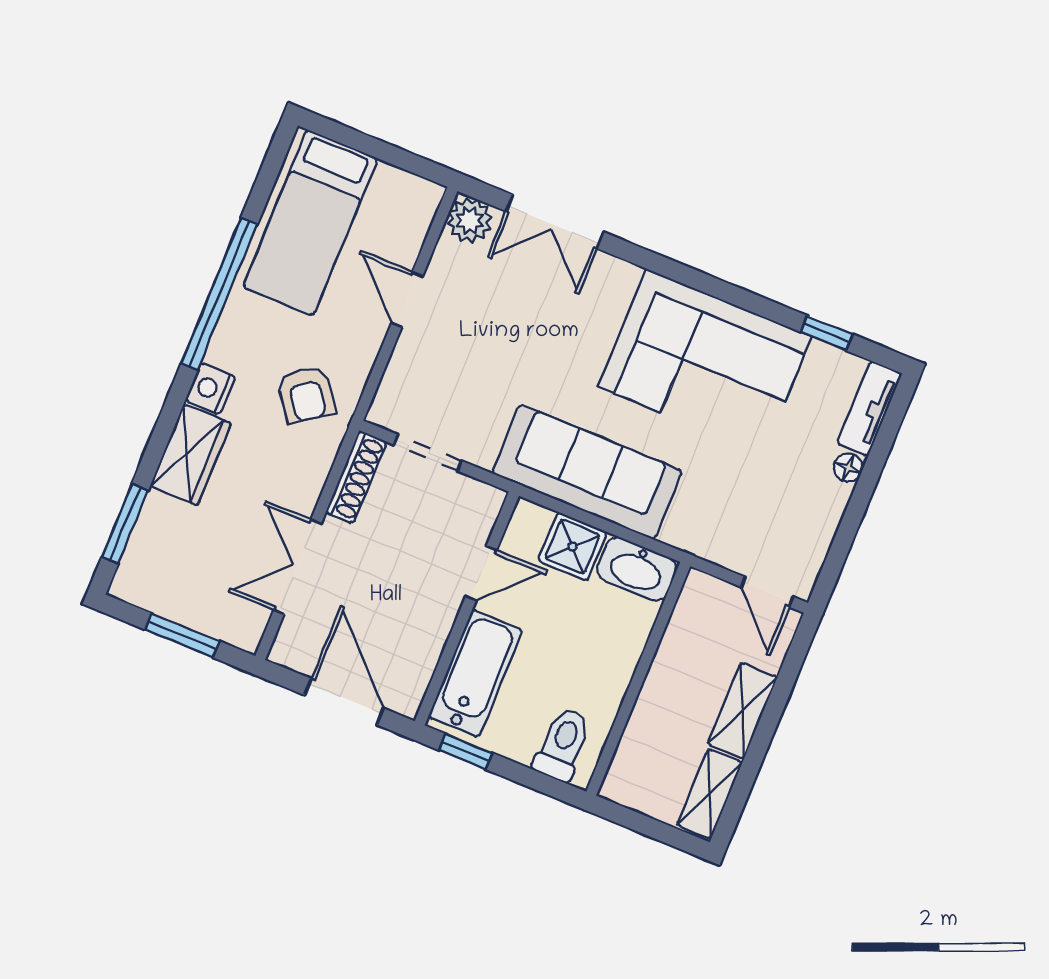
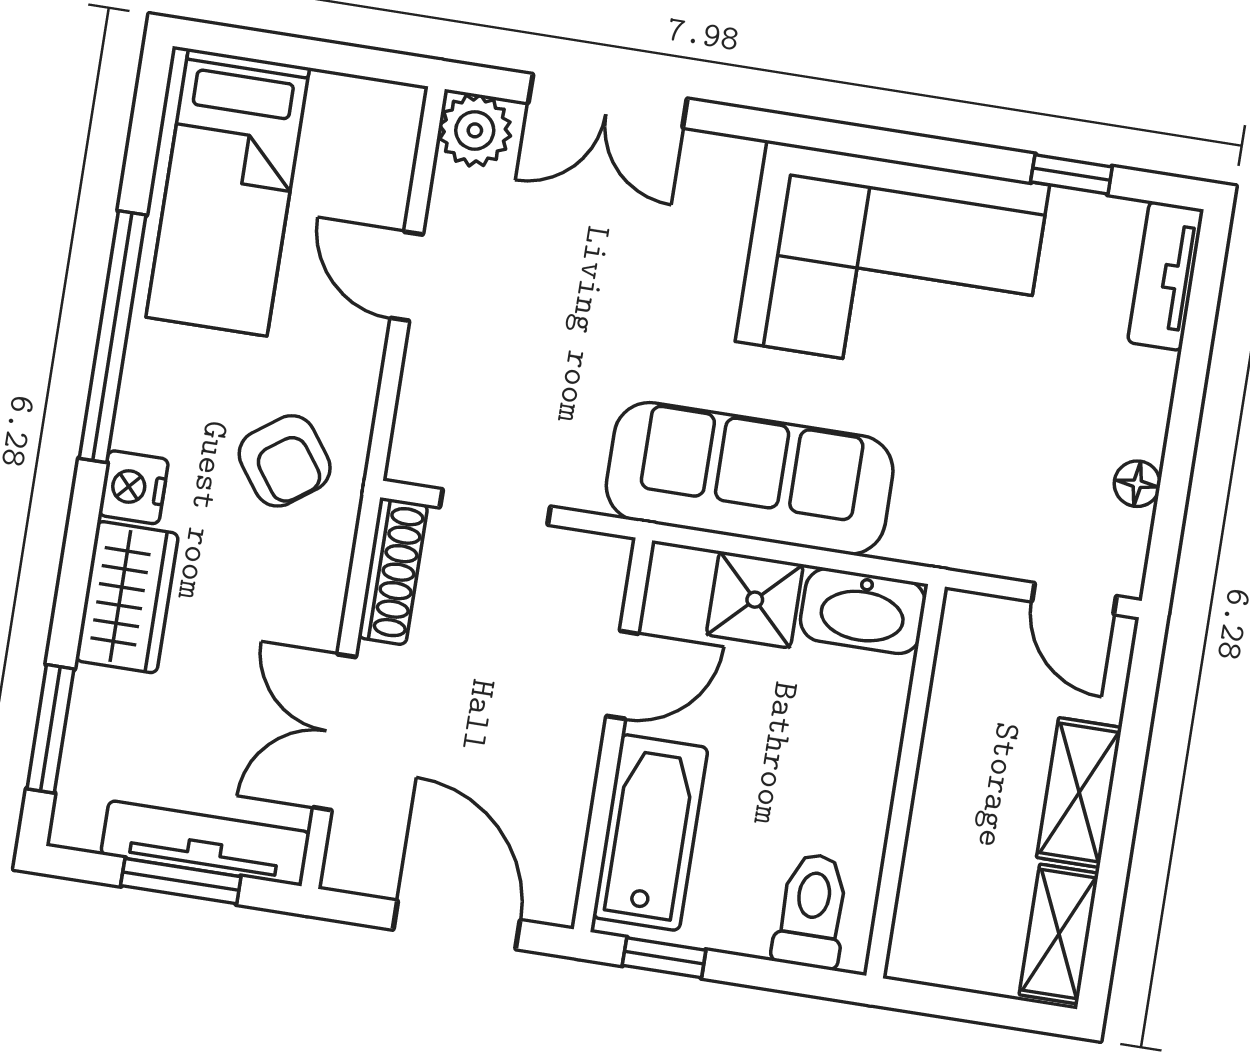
floor lamp: (848, 468) -> (1137, 484), moved
tv unit: (203, 616) -> (205, 843), added

